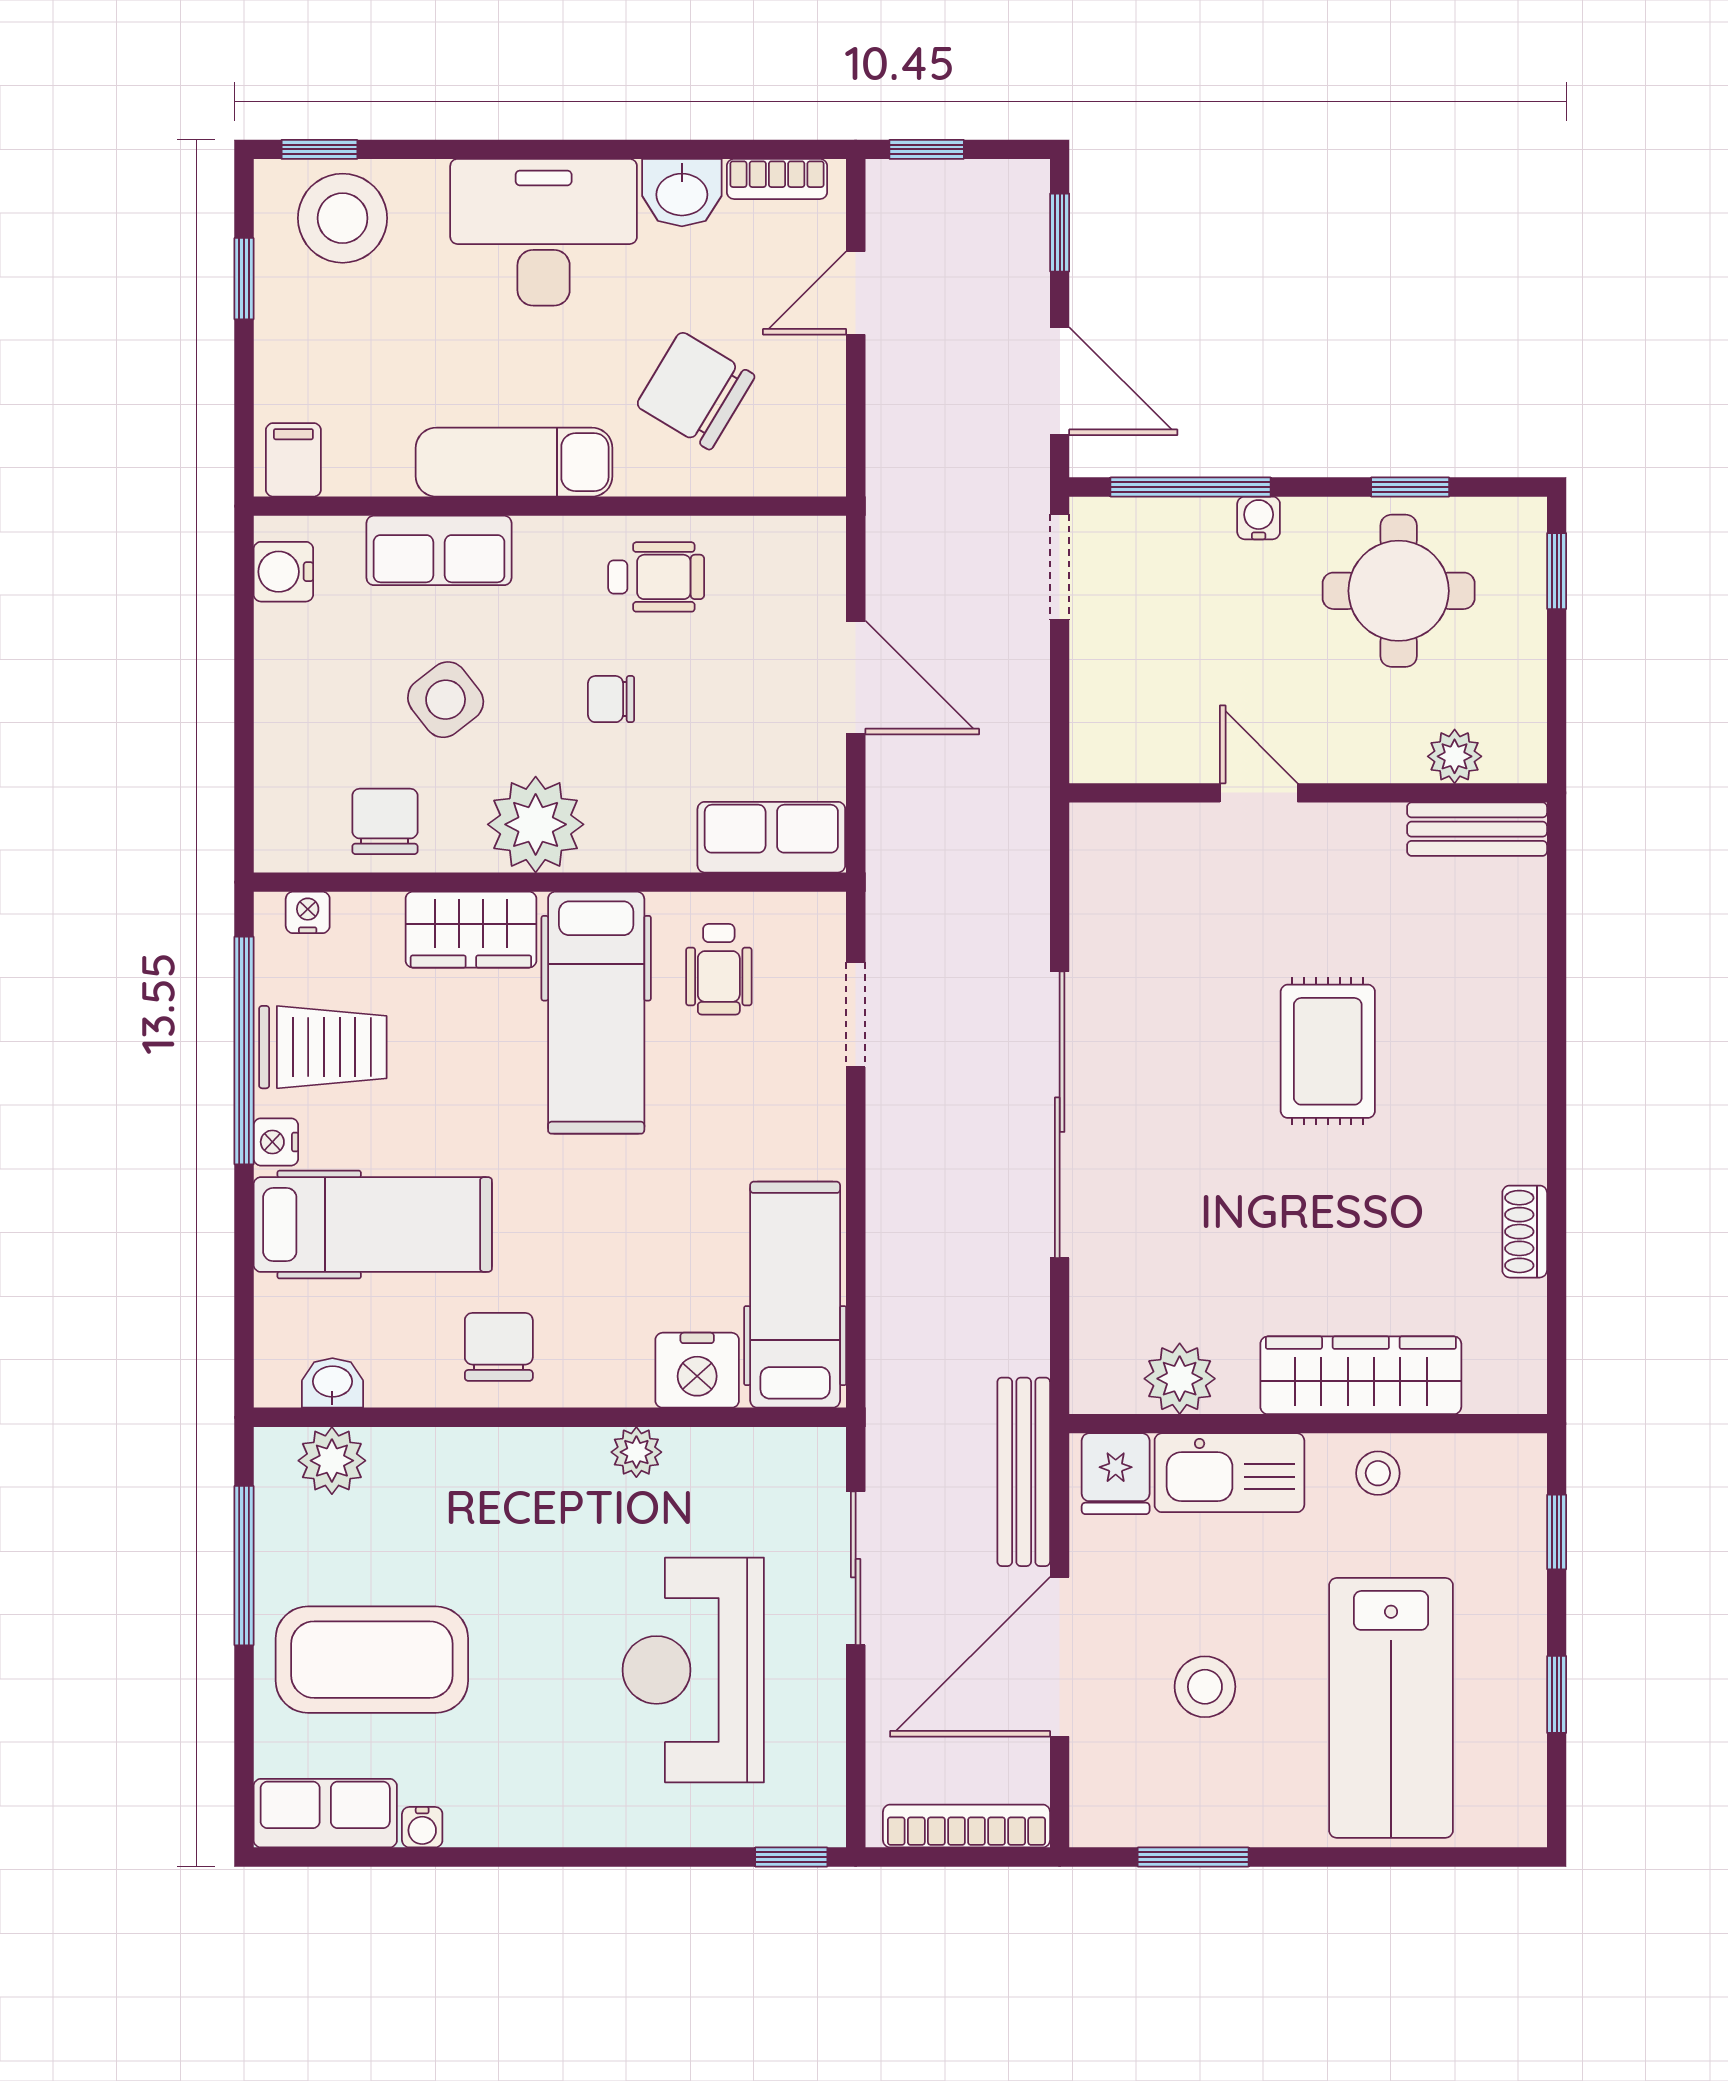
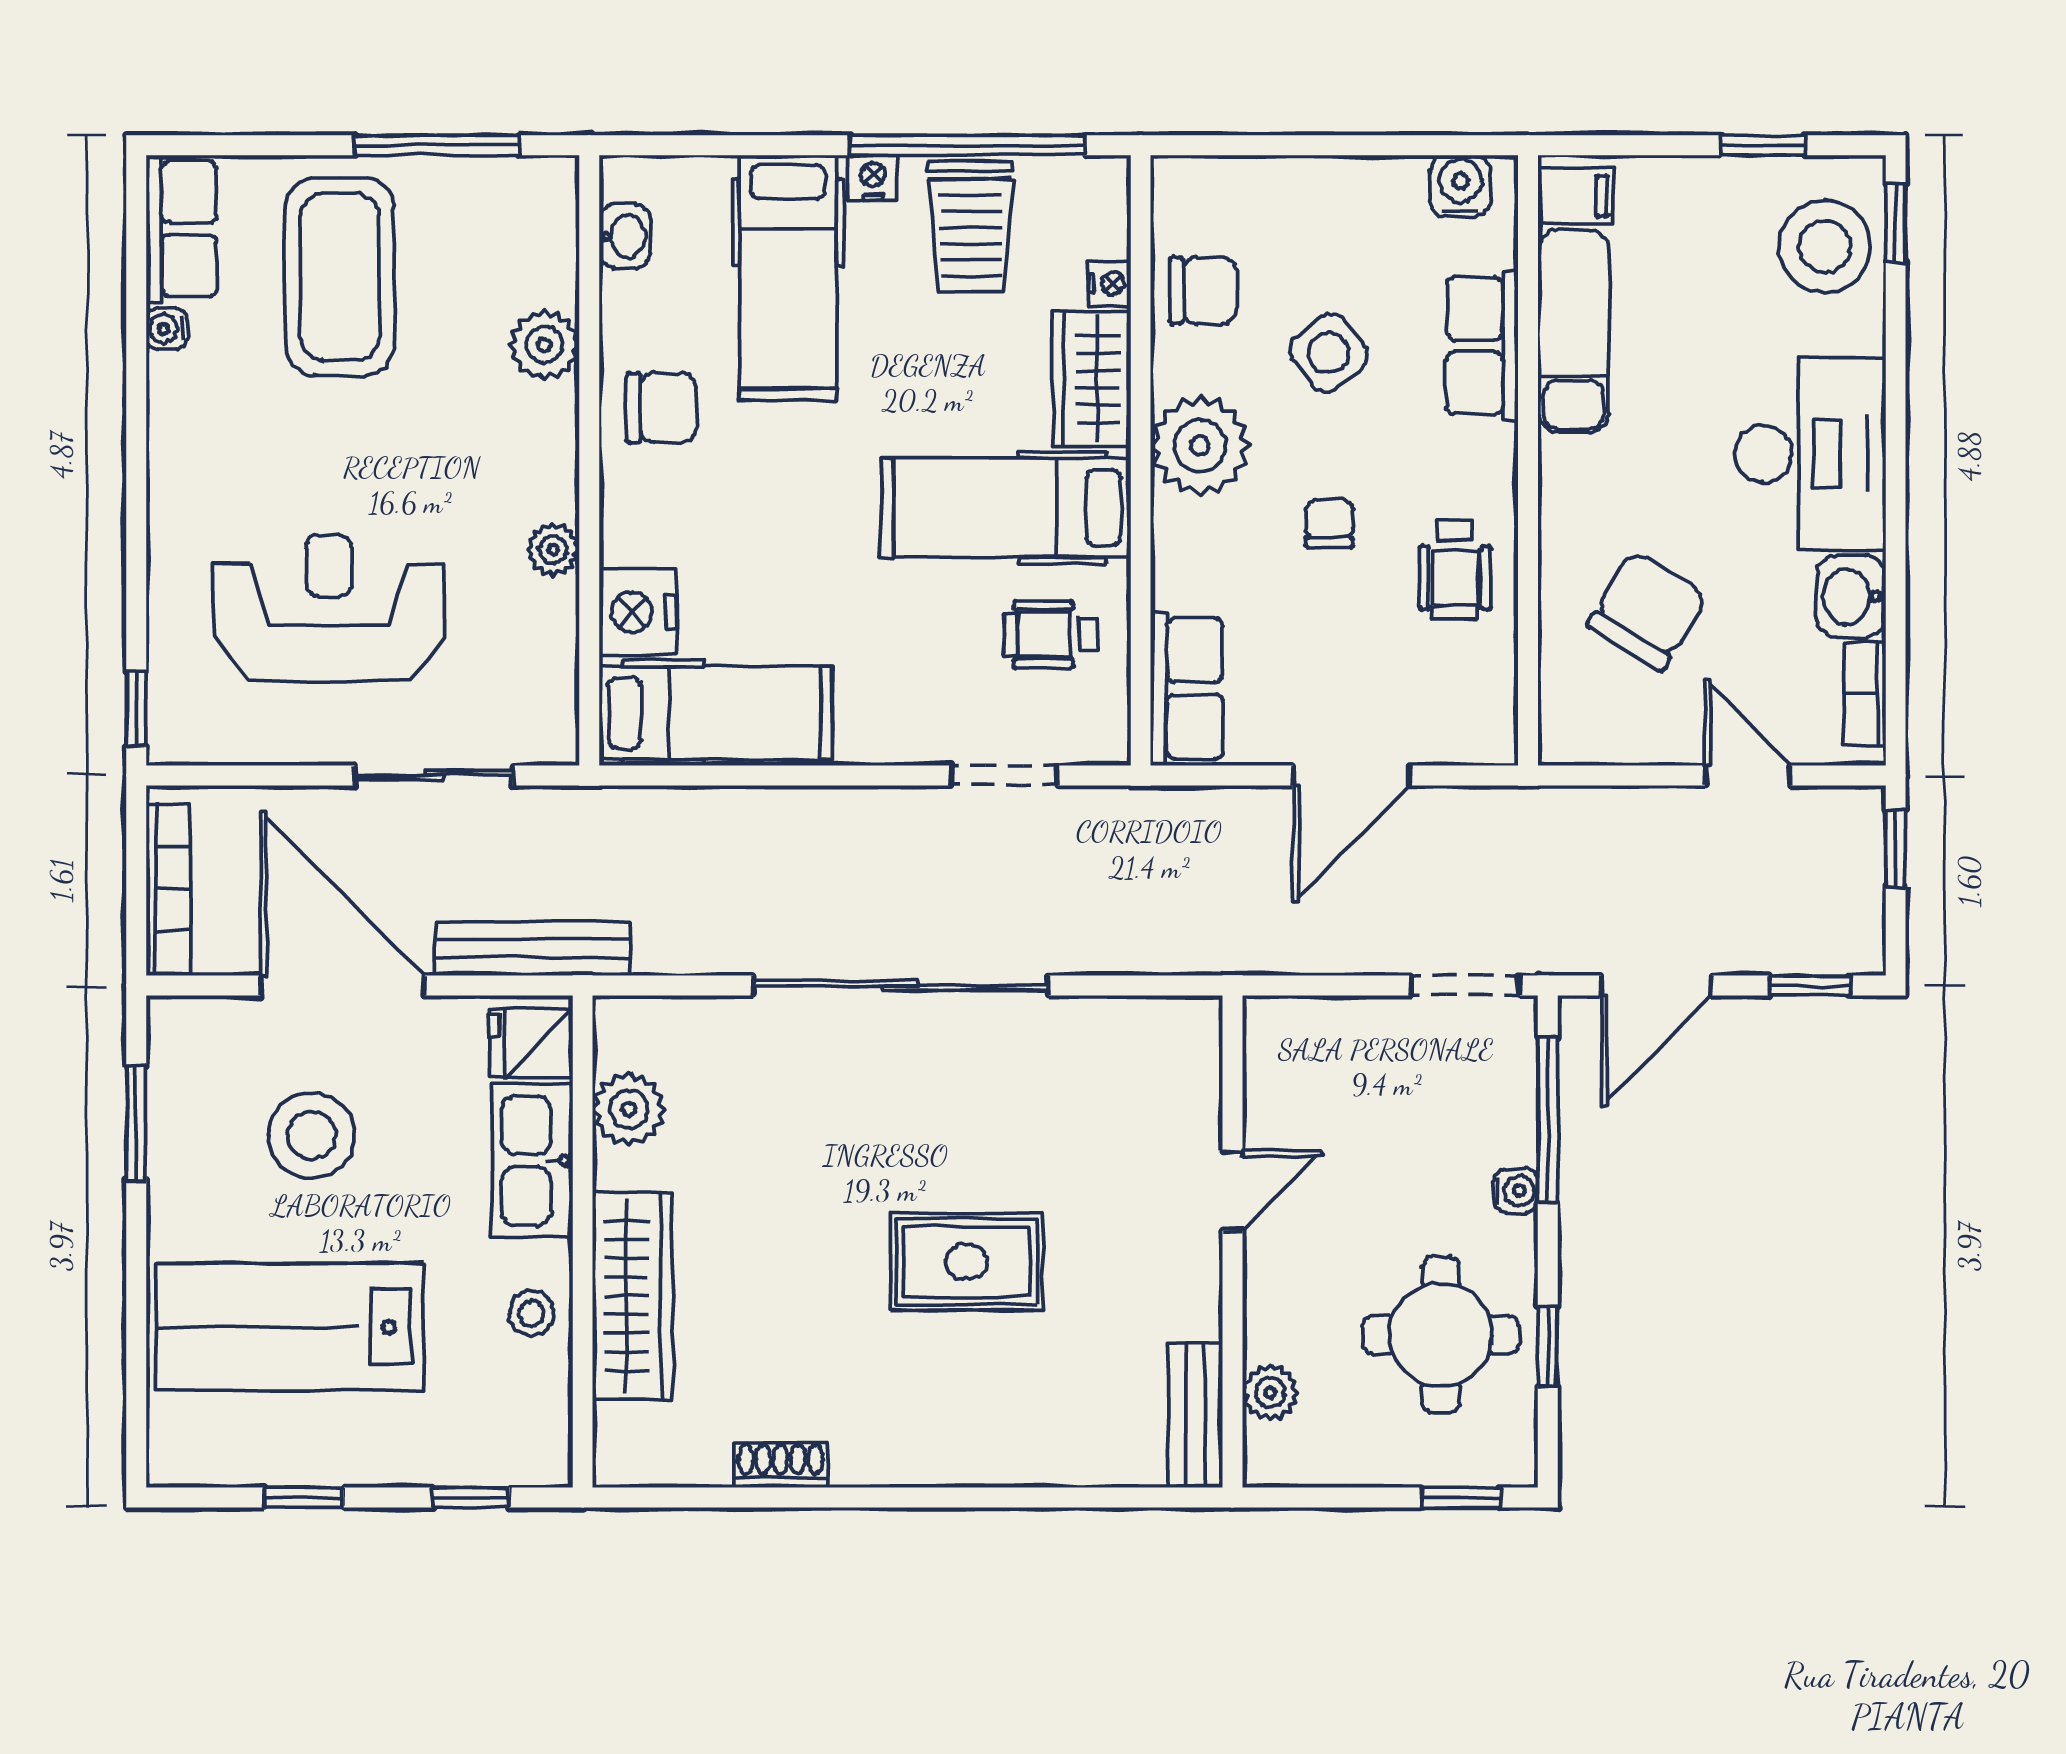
exam couch: (514, 462) -> (1573, 331), moved
nightstand: (308, 912) -> (1109, 284), moved
plant: (332, 1461) -> (545, 345), moved
stool: (1205, 1687) -> (312, 1135), width x1.38, depth x1.38

